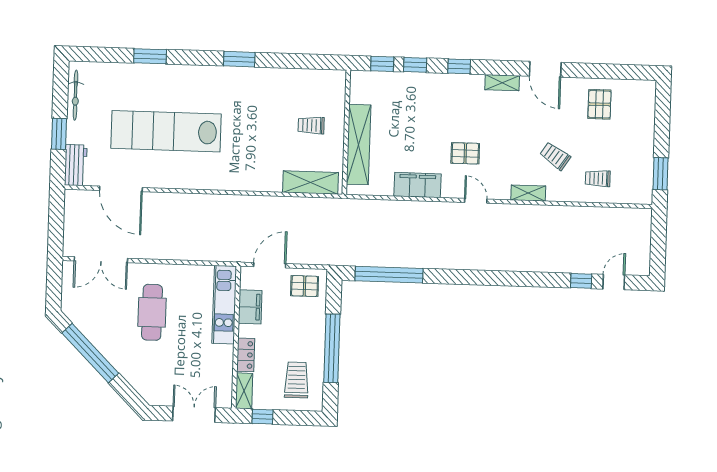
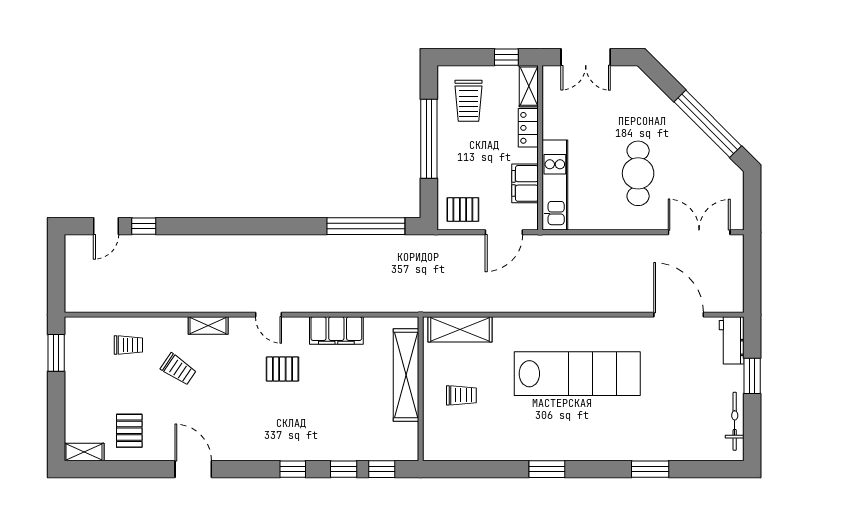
shelving: (502, 83) -> (84, 452), moved
lab bench: (166, 131) -> (577, 374), moved

